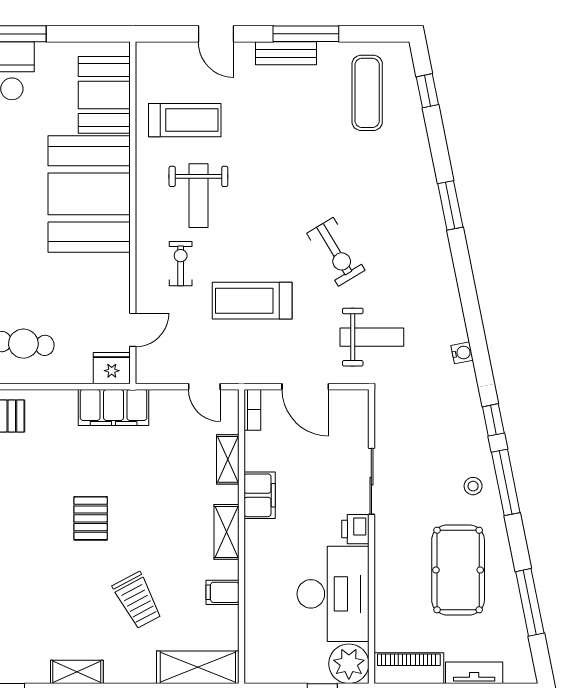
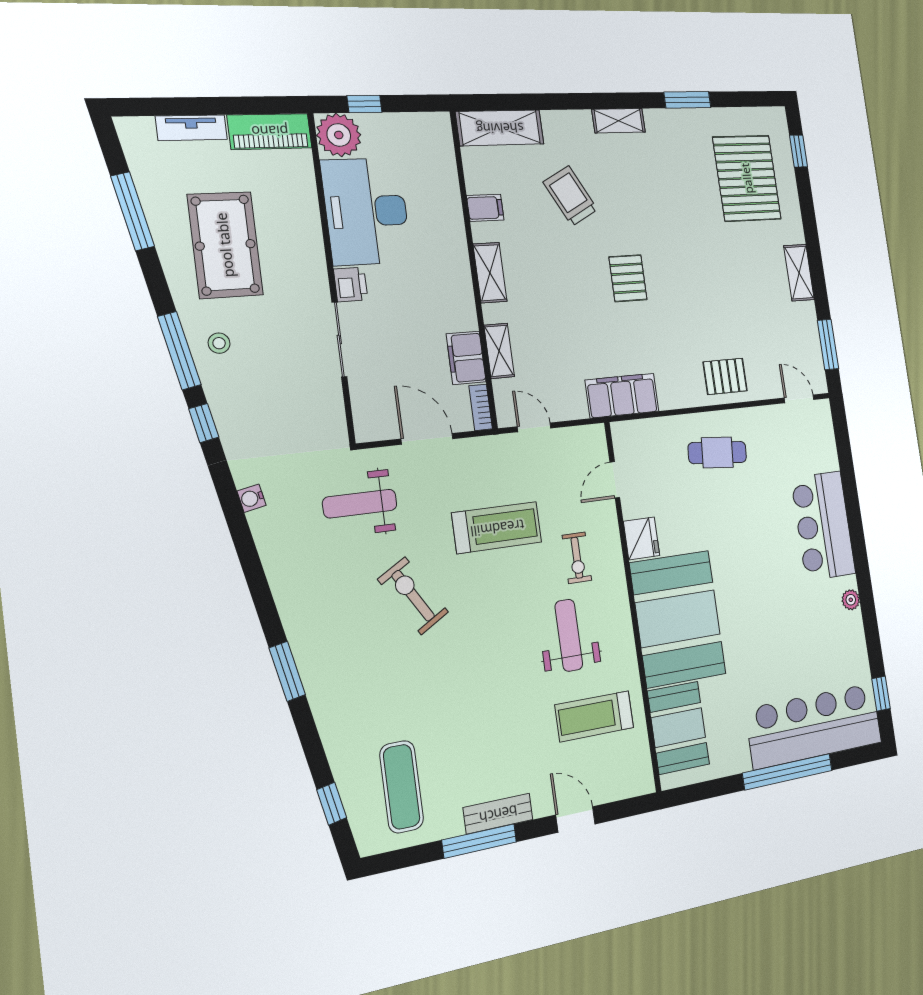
fridge: (112, 368) -> (642, 538), moved, turned -90
filing cabinet: (260, 495) -> (466, 358), moved

